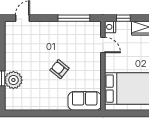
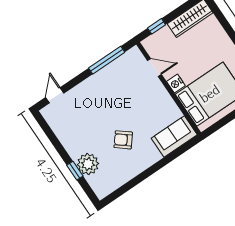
nightstand: (110, 27) -> (176, 84), moved
armchair: (59, 69) -> (123, 140), moved

